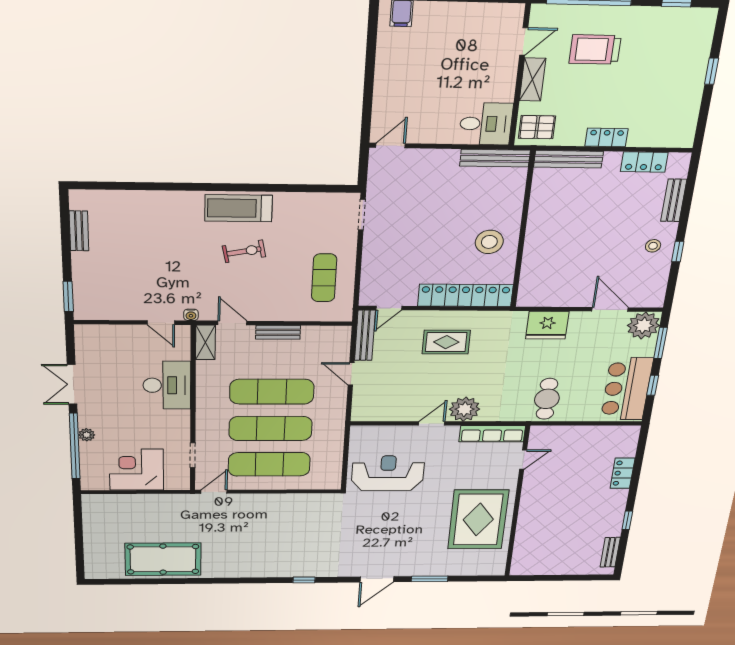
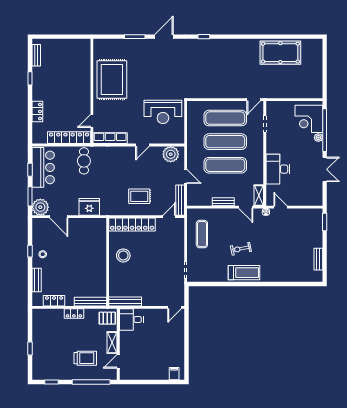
plant: (465, 409) -> (171, 154), moved
locker: (570, 435) -> (69, 138), added
corner desk: (136, 470) -> (309, 119), moved, turned 90

